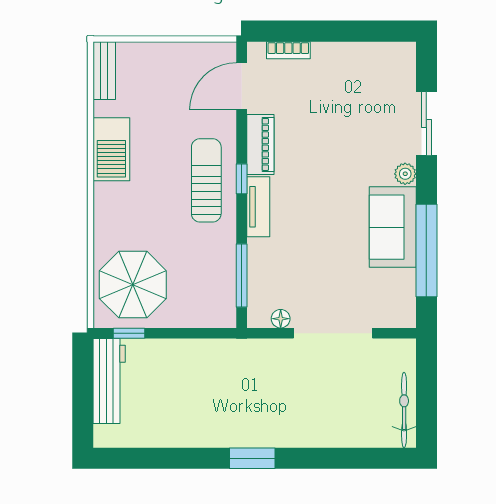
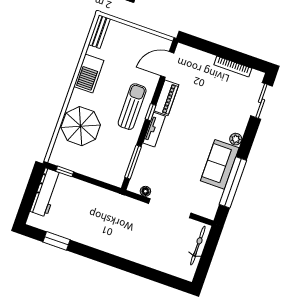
bookcase: (288, 50) -> (233, 67), moved, width x1.56
sliding door: (426, 124) -> (261, 101), moved
parasol: (133, 285) -> (81, 126), moved
bicycle: (404, 410) -> (198, 246), moved
window: (252, 458) -> (57, 241), moved

